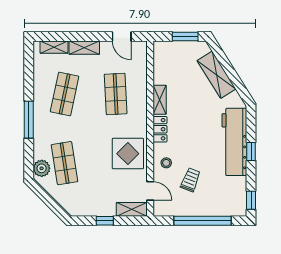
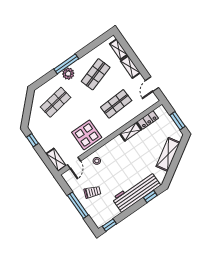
shop shelf: (65, 94) -> (96, 74), turned -30
locker: (160, 129) -> (148, 120), moved
window: (251, 151) -> (150, 197), moved
plant: (42, 168) -> (68, 74), moved
trolley: (190, 180) -> (92, 192), moved
window: (105, 221) -> (33, 140), moved
window: (202, 221) -> (78, 205), width x0.68

